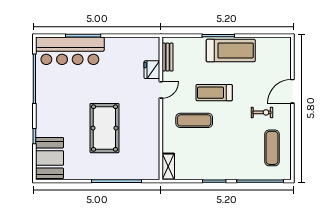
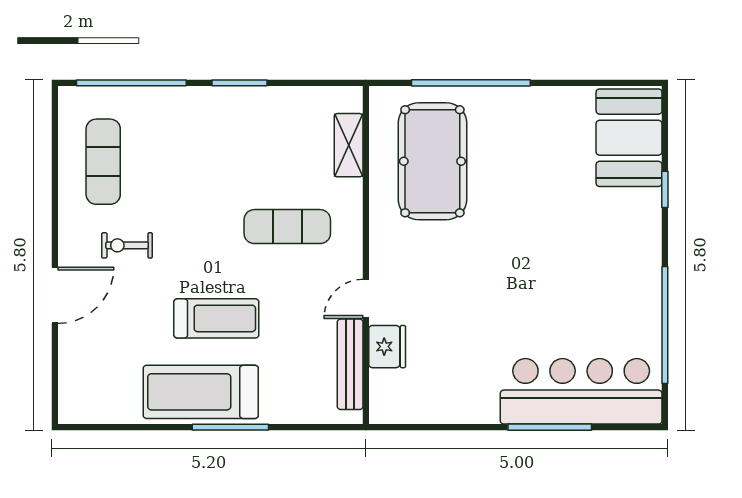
bench: (168, 57) -> (350, 364), width x1.36
treadmill: (214, 93) -> (216, 318), moved
pool table: (104, 128) -> (432, 161), moved
shelving: (168, 166) -> (349, 145), moved

